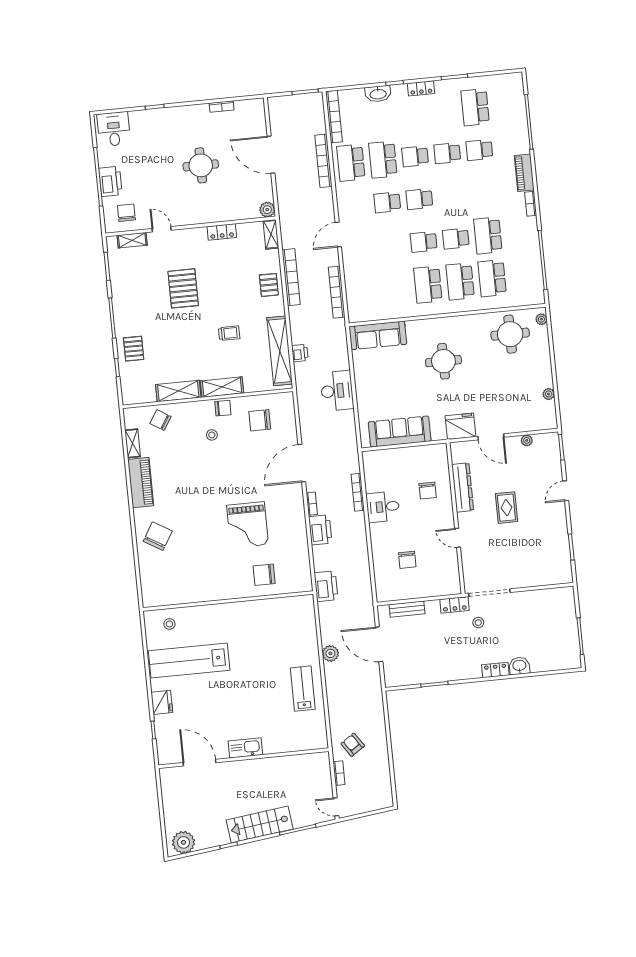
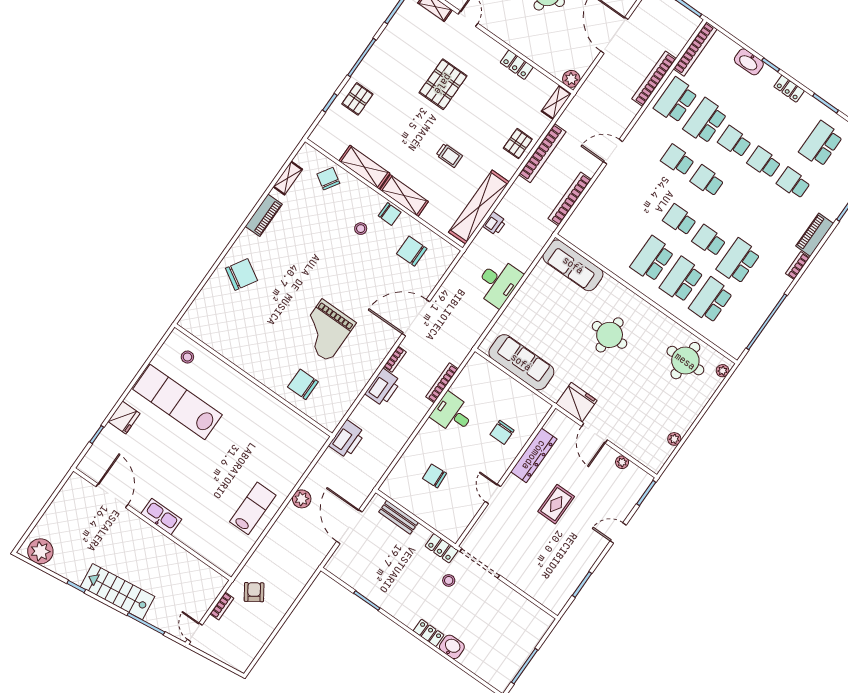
piano: (141, 483) -> (264, 215), width x0.73, depth x0.75
chair: (407, 560) -> (435, 476), turned 87

